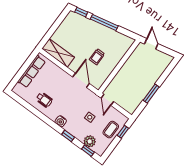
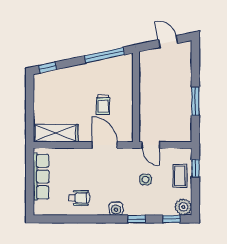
window: (104, 23) -> (104, 55), moved
door: (151, 44) -> (168, 41), moved
plant: (90, 141) -> (183, 207), moved

